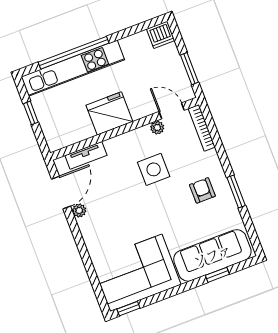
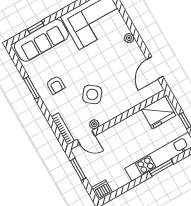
window: (74, 53) -> (161, 168), width x0.47
fridge: (109, 113) -> (159, 112), moved
tv unit: (86, 155) -> (141, 97), removed
side table: (154, 169) -> (92, 94), turned 37
plant: (79, 210) -> (129, 38), moved

